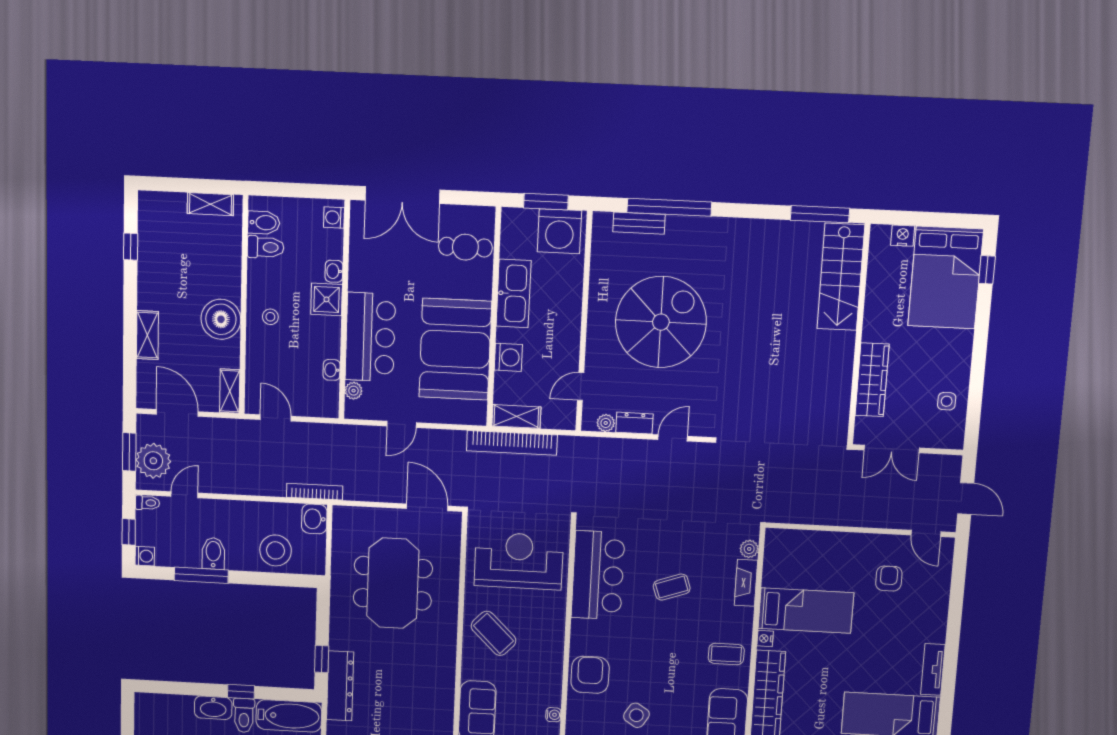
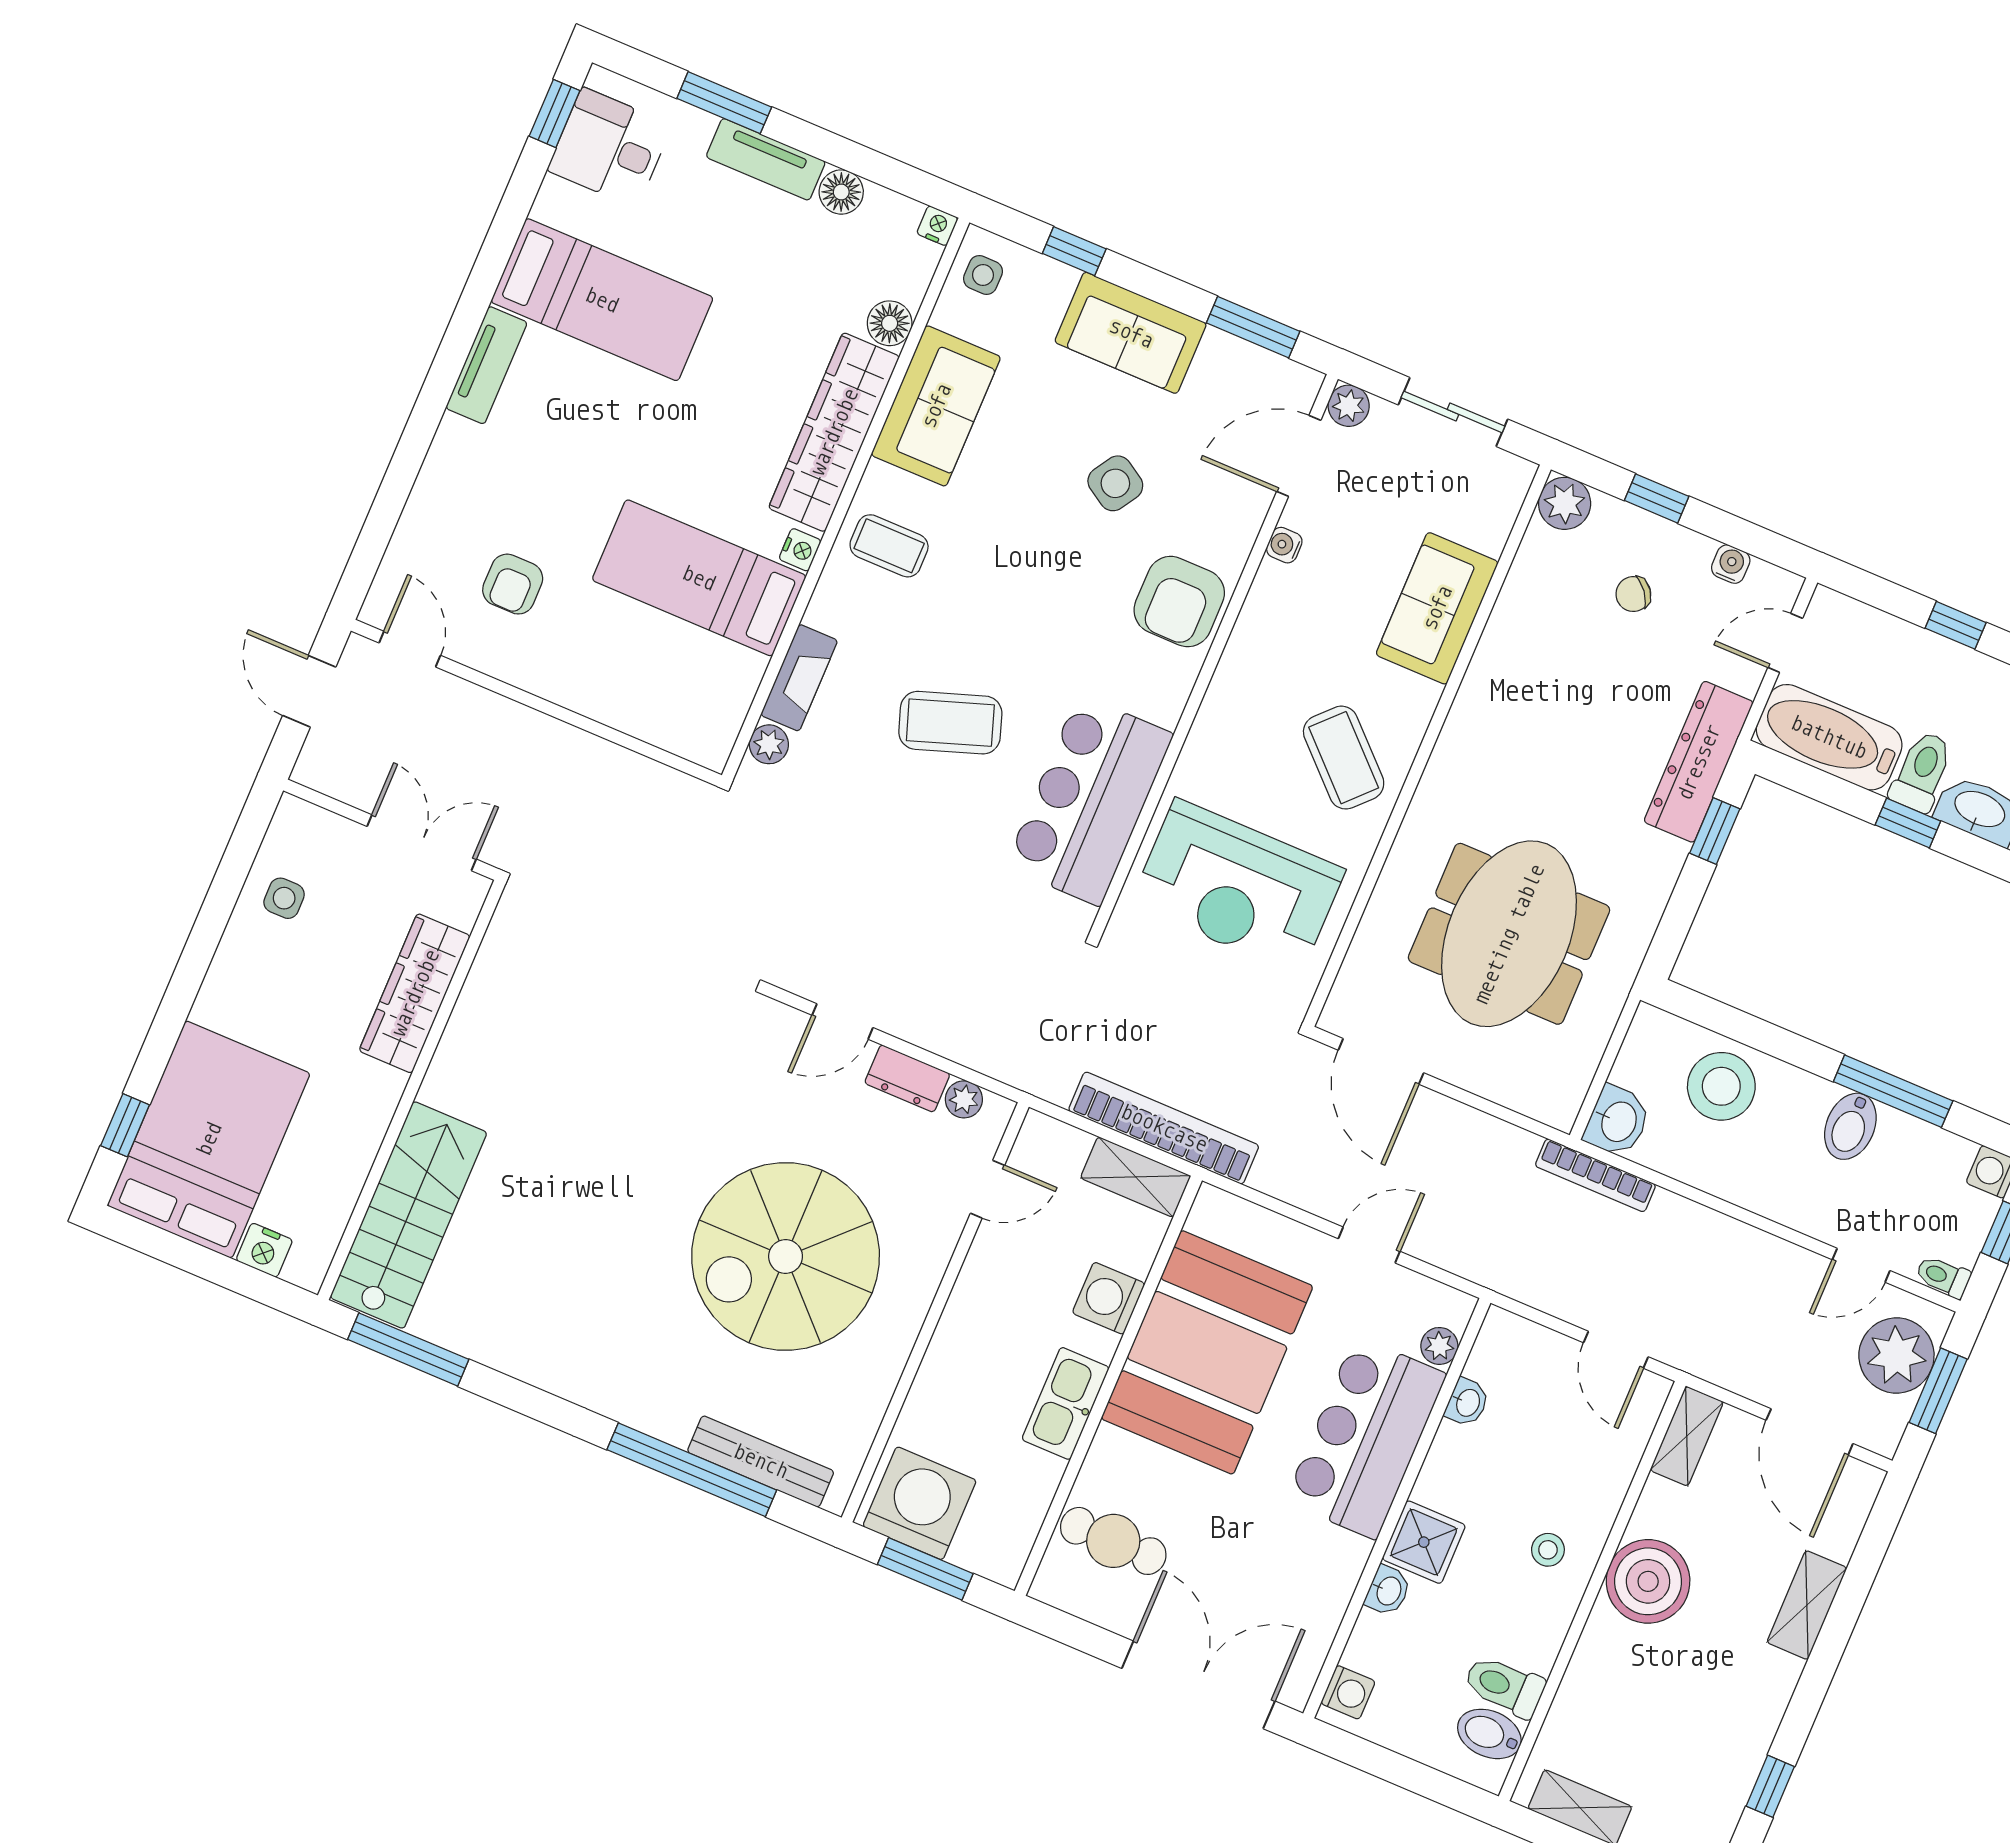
bench: (639, 223) -> (761, 1461), width x1.36
kitchen sink: (514, 293) -> (1066, 1403), width x0.73, depth x0.81
coffee table: (672, 587) -> (950, 723), width x1.36, depth x1.30

